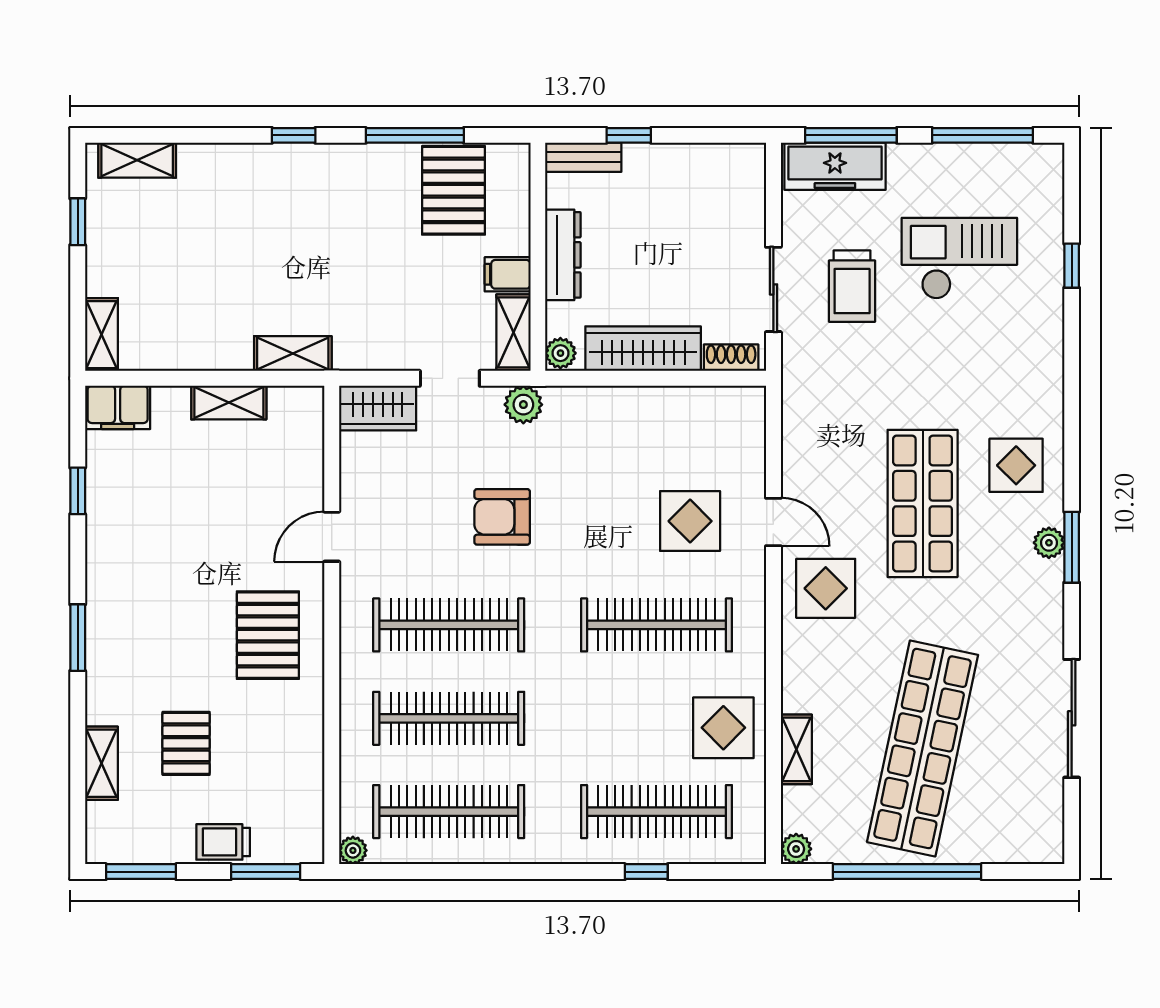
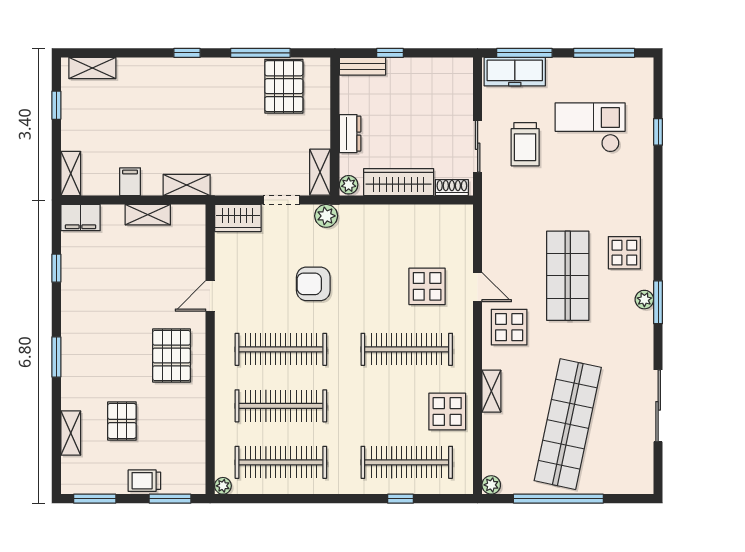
dresser: (563, 255) -> (350, 134), width x0.70
filing cabinet: (508, 274) -> (130, 182), moved, turned 90
shelving: (796, 749) -> (491, 391), moved

